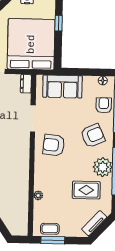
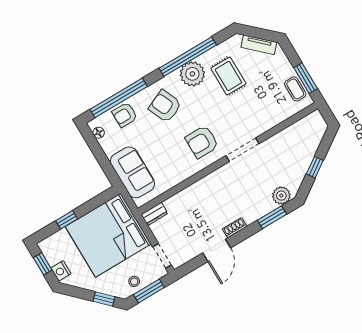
doorway: (33, 119) -> (243, 150), moved
armchair: (54, 145) -> (202, 142), turned 84
plant: (38, 195) -> (267, 124), removed

